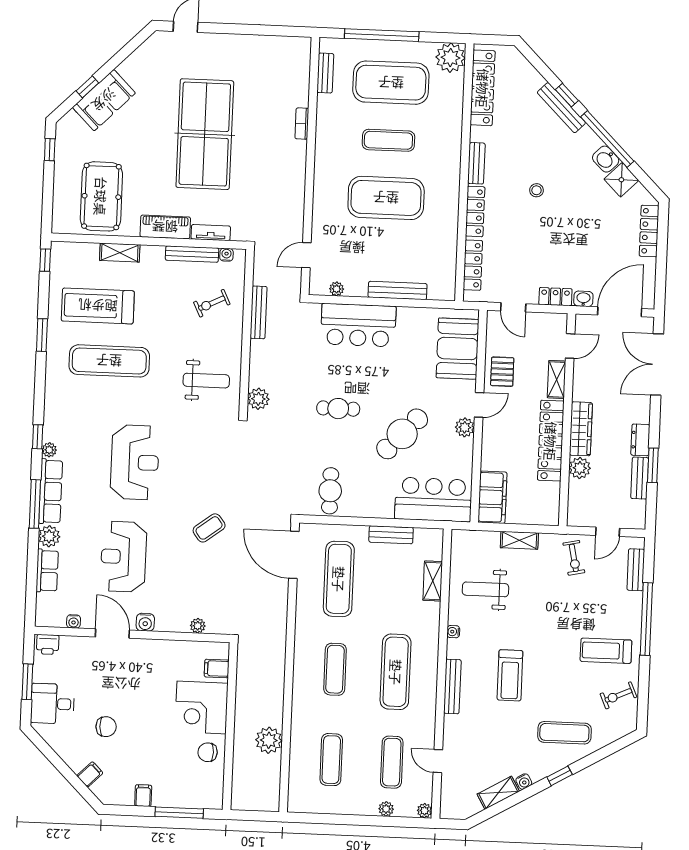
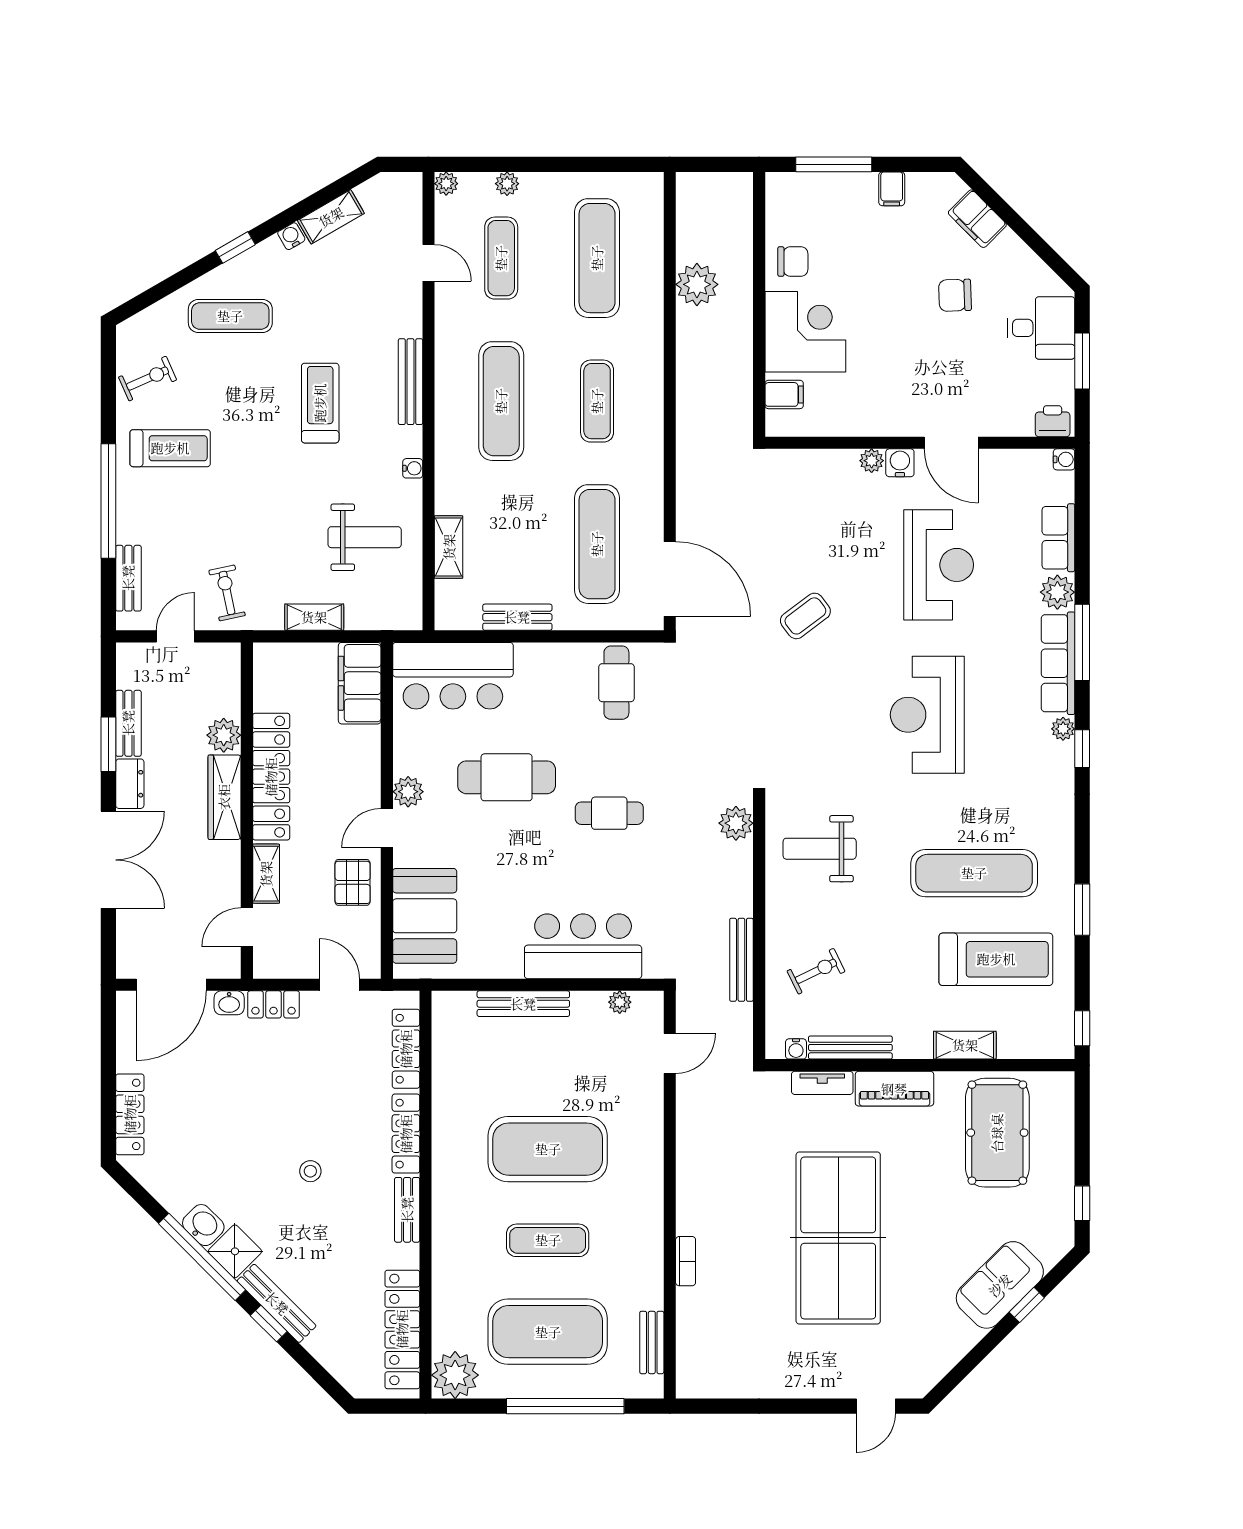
shower: (621, 180) -> (235, 1251), moved
double door: (657, 365) -> (108, 860), moved
cafe table: (402, 434) -> (507, 777), turned 47
water cooler: (74, 621) -> (1064, 459), moved, turned 90
plant: (198, 626) -> (872, 461), moved
exercise mat: (331, 760) -> (597, 258), width x1.36, depth x1.45
filing cabinet: (90, 774) -> (977, 219), width x2.00

